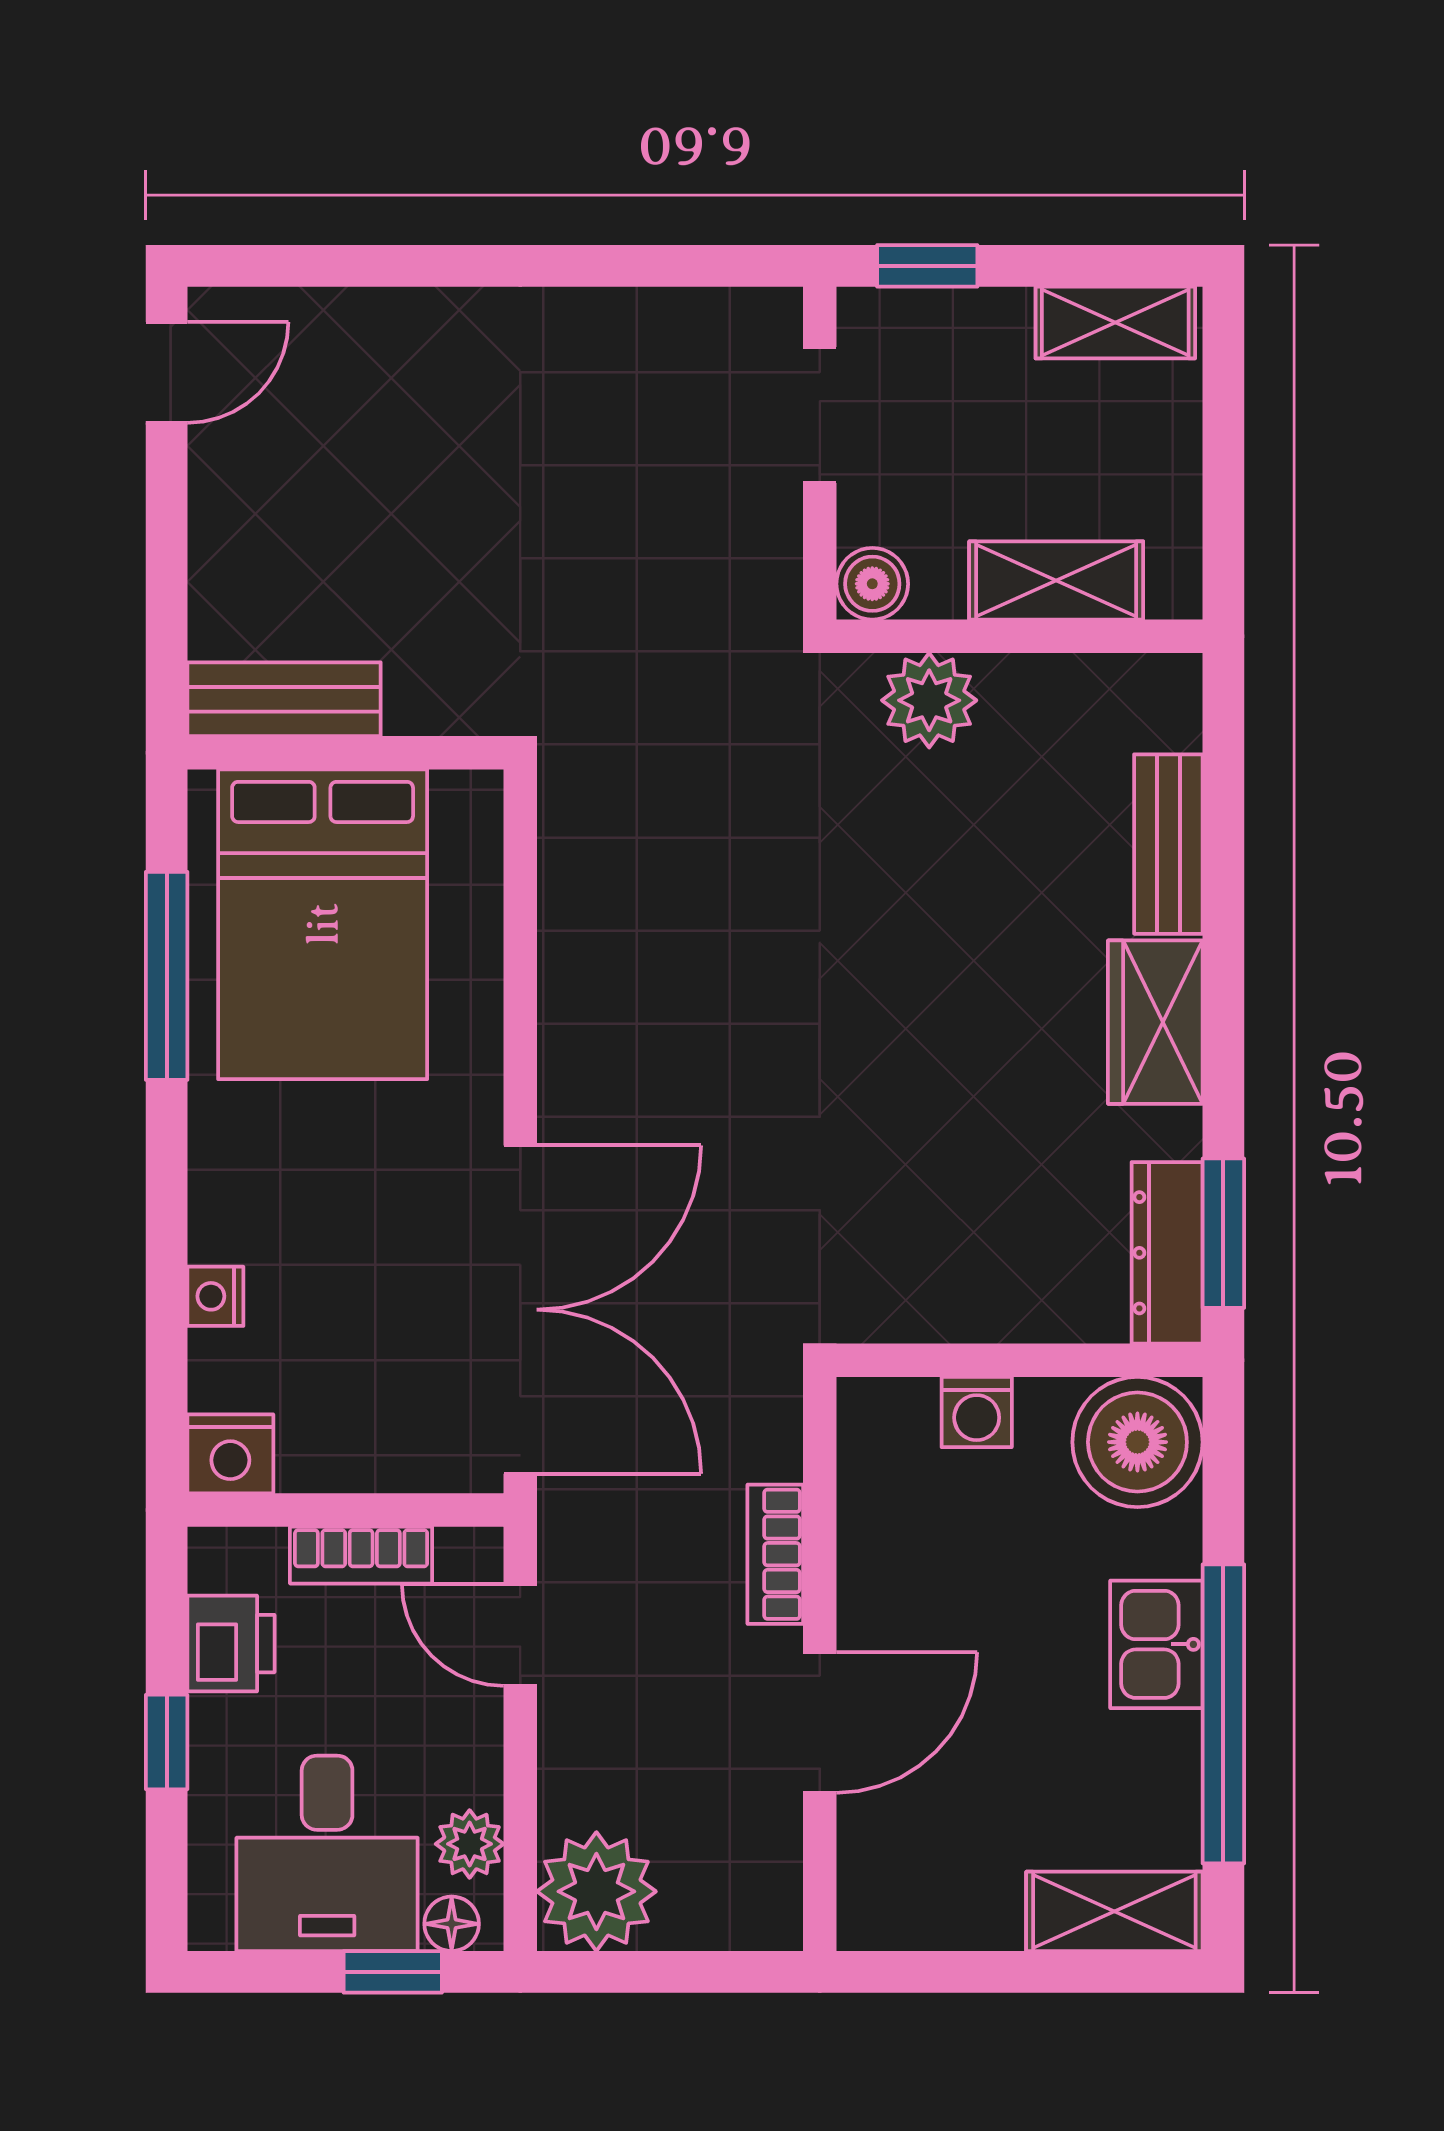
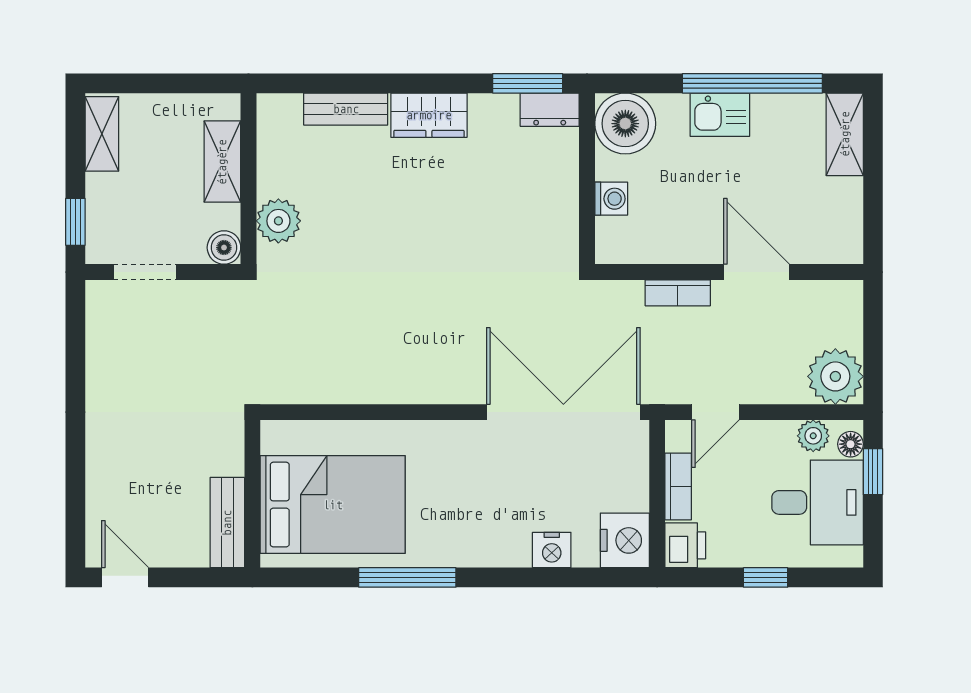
bench: (284, 699) -> (227, 523), moved
wall: (345, 753) -> (252, 494), moved
bed: (323, 924) -> (333, 505), moved
dresser: (1167, 1253) -> (550, 110), width x0.70
nightstand: (215, 1296) -> (552, 550), width x1.39, depth x1.35
nightstand: (230, 1454) -> (625, 540), width x1.36, depth x1.33
printer: (231, 1644) -> (685, 545), moved, turned 90

